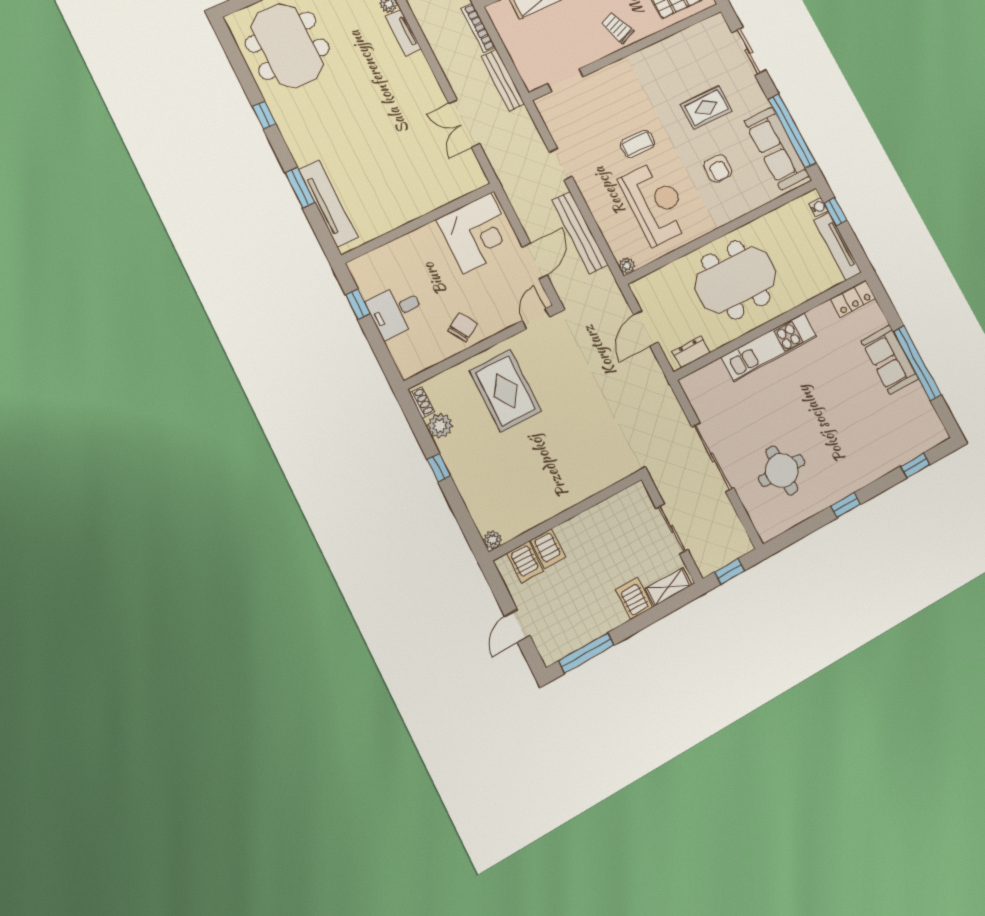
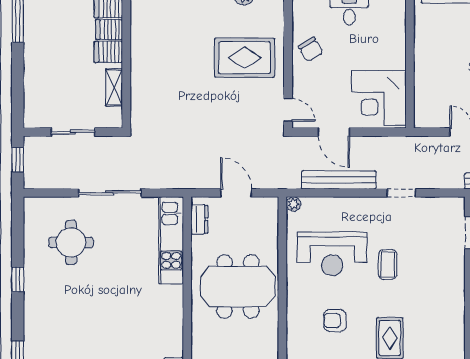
meeting table: (736, 280) -> (238, 287), turned 90
kitchen unit: (769, 347) -> (171, 240), moved
shelving: (668, 587) -> (114, 87), moved
server rack: (634, 598) -> (108, 52), moved, turned 180

